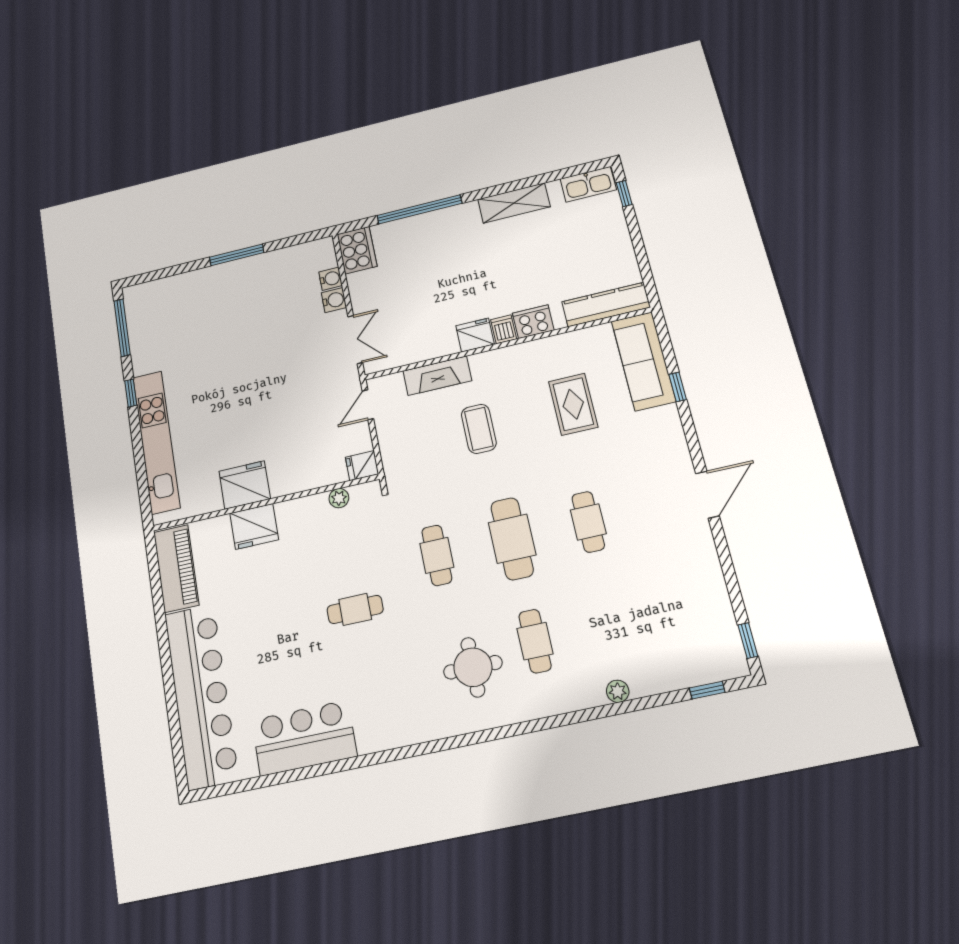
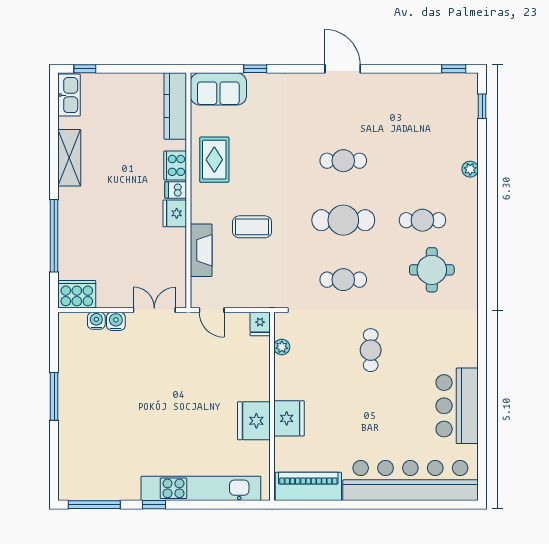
sofa: (644, 361) -> (218, 89), width x0.73
rug: (573, 404) -> (214, 160), moved, turned 90

